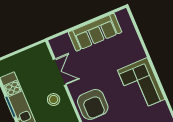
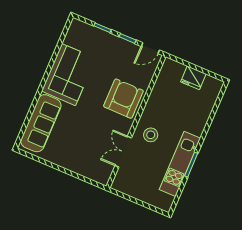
sofa: (95, 32) -> (41, 123), moved, turned 90

